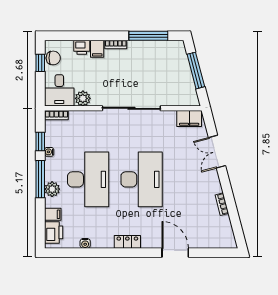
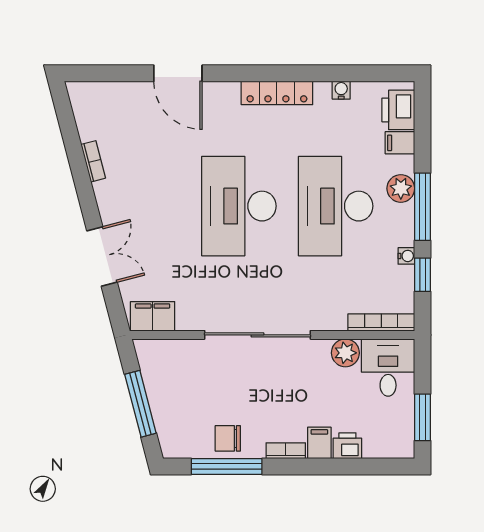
chair: (53, 58) -> (228, 438), moved
window: (40, 63) -> (422, 417), width x1.50
bookcase: (56, 115) -> (381, 322), width x1.56
locker: (127, 242) -> (277, 93), width x1.53

